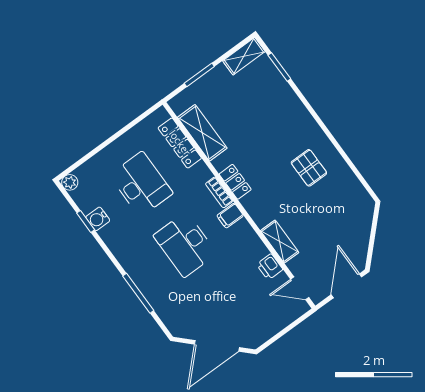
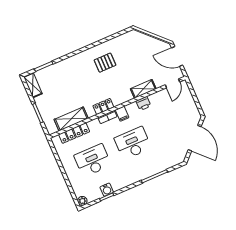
desk: (185, 245) -> (133, 143), turned 180
printer: (270, 267) -> (143, 103), moved

